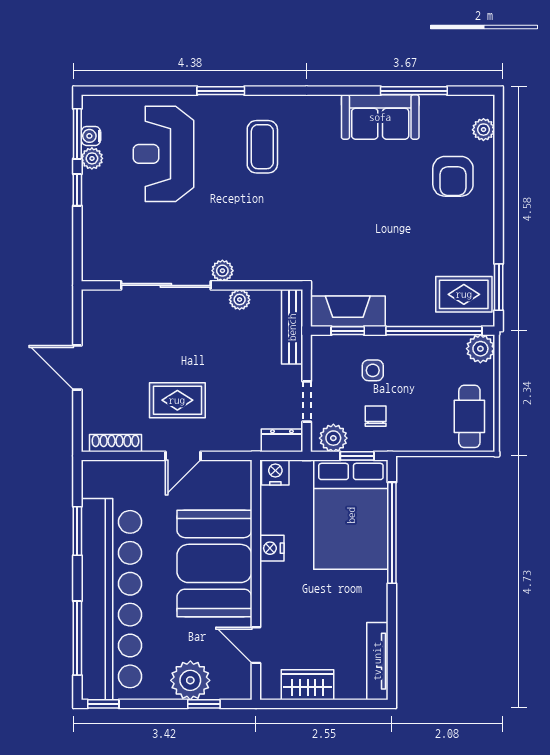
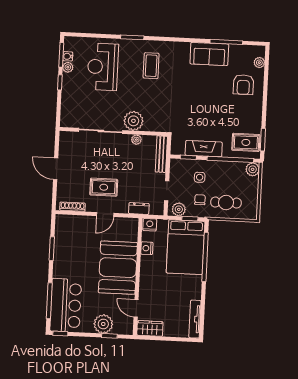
plant: (222, 271) -> (133, 121), width x1.87, depth x1.87
fireplace: (348, 311) -> (204, 149), moved
cafe table: (469, 416) -> (226, 203), moved, turned 90
dresser: (282, 440) -> (139, 209), moved
nightstand: (272, 548) -> (147, 248), moved
bar counter: (111, 599) -> (66, 305), width x0.54
wardrobe: (308, 685) -> (150, 328), moved

